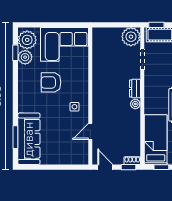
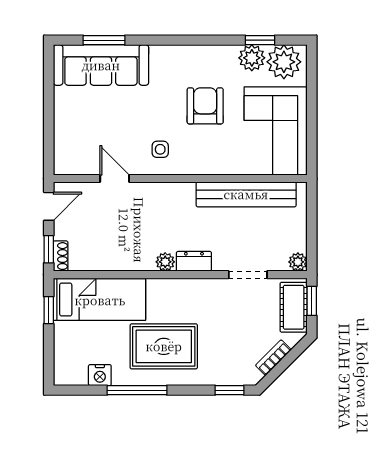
plant: (131, 37) -> (298, 262), width x0.53, depth x0.53
bench: (99, 60) -> (246, 194), added

